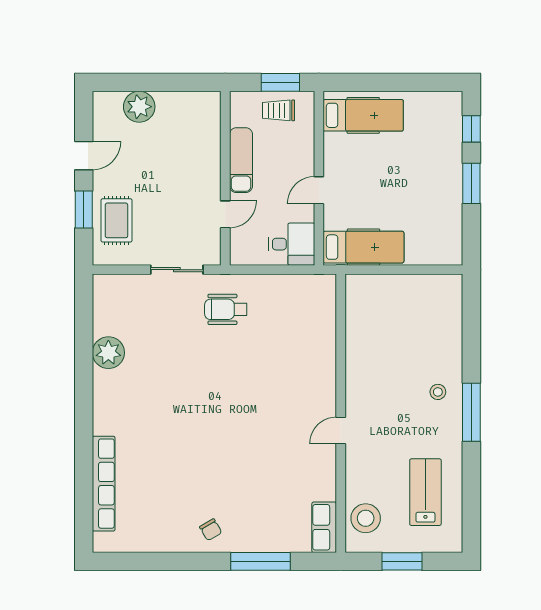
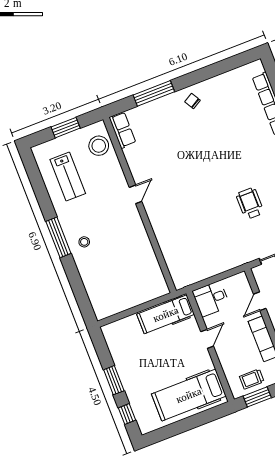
trolley: (279, 110) -> (252, 379), turned 180
hospital bed: (363, 115) -> (189, 395), width x1.37, depth x1.29
wheelchair: (226, 309) -> (250, 203), moved, turned -90

